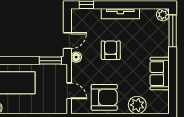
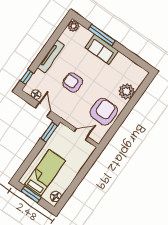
window: (173, 31) -> (102, 35), moved
floor lamp: (76, 57) -> (36, 95), moved
sofa: (160, 74) -> (102, 49), moved

